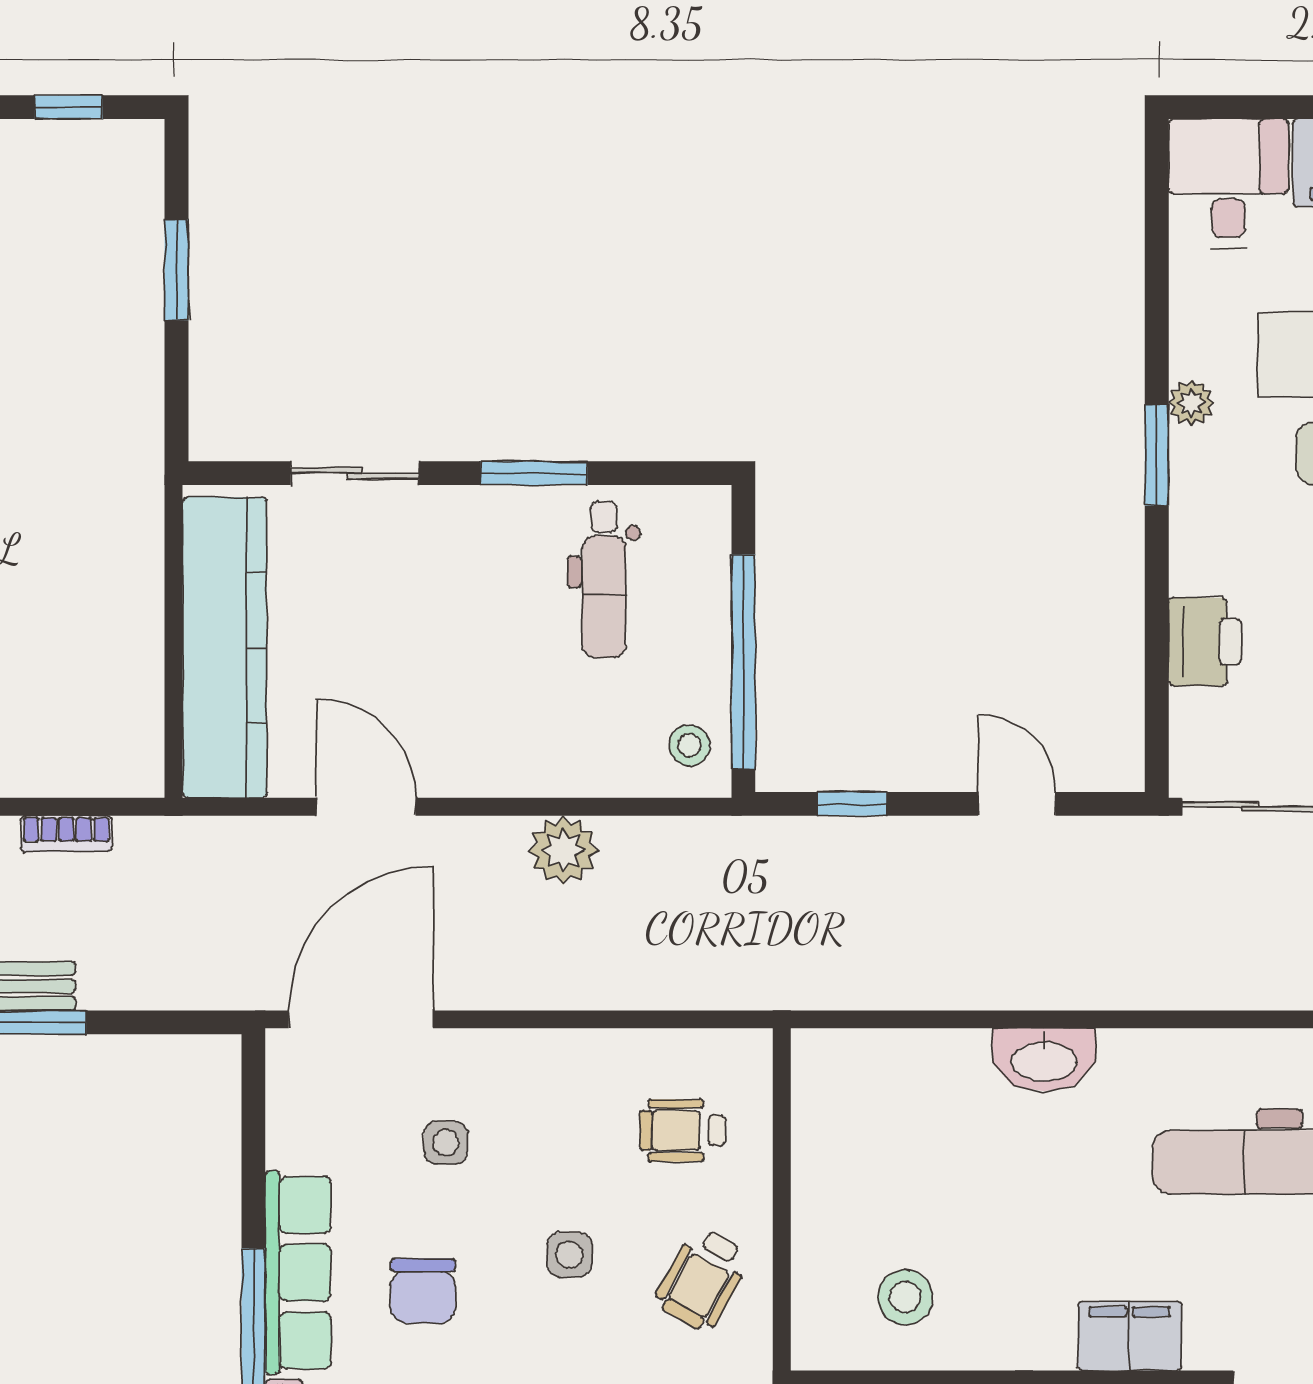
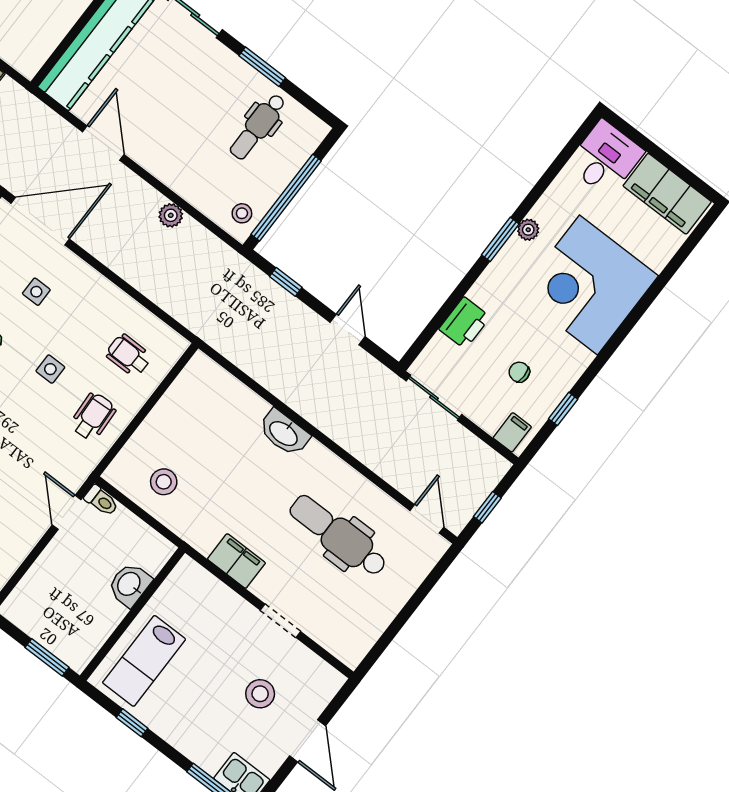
plant: (563, 850) -> (171, 215), width x0.73, depth x0.73
wheelchair: (702, 1279) -> (93, 417), turned 148

